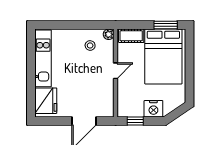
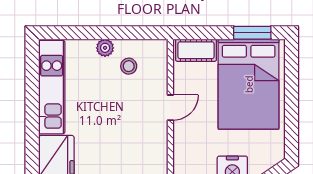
plant: (109, 34) -> (105, 48), moved

